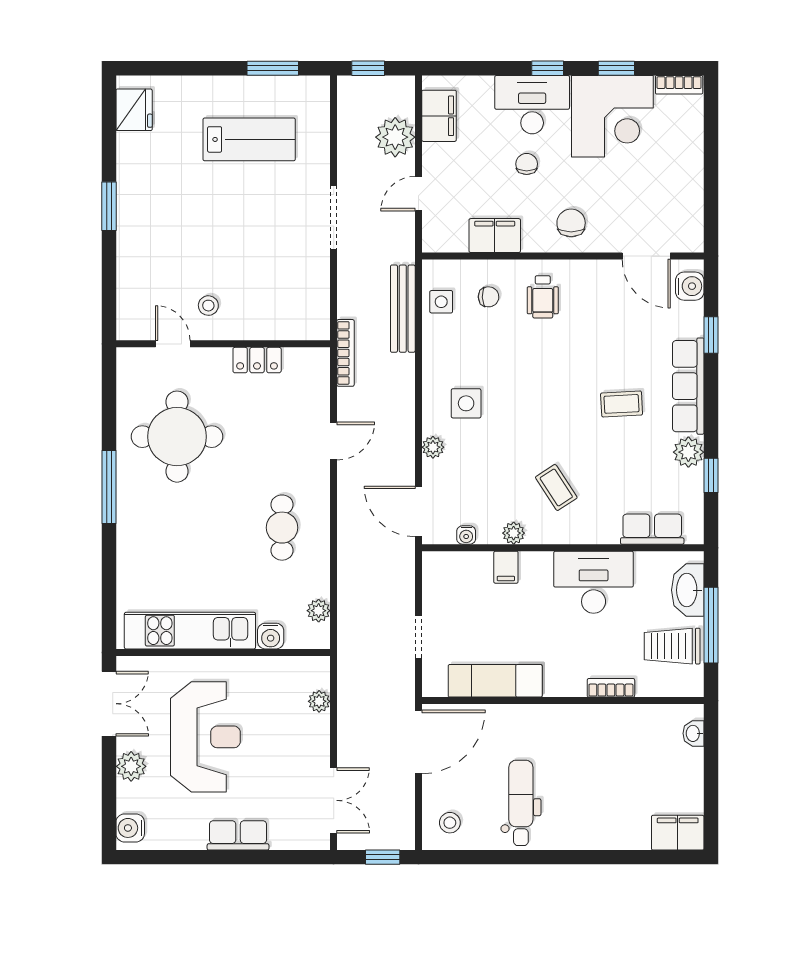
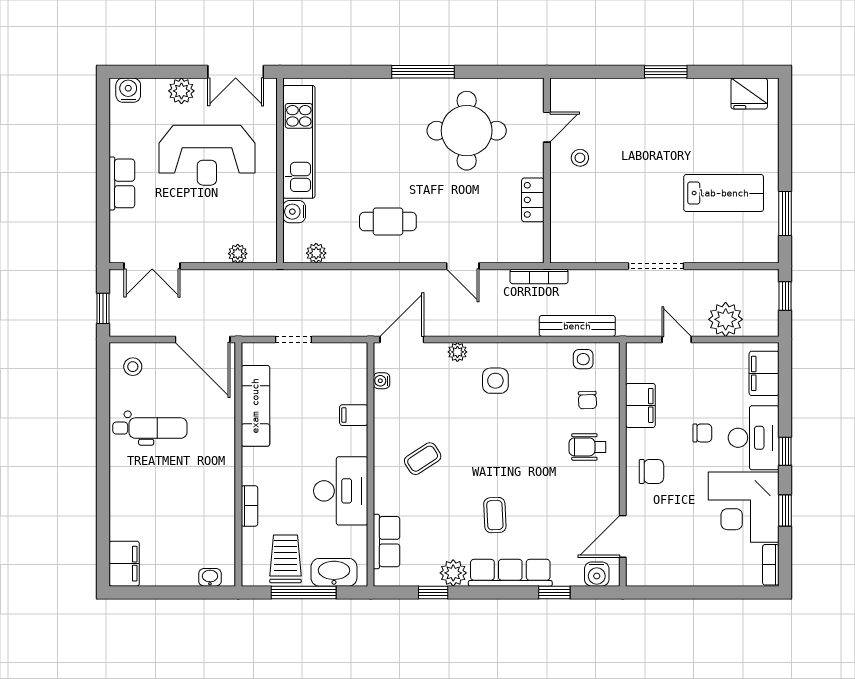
filing cabinet: (439, 116) -> (764, 373), moved, turned 90
lab bench: (249, 139) -> (724, 193), turned -90
plant: (514, 533) -> (383, 422), removed

